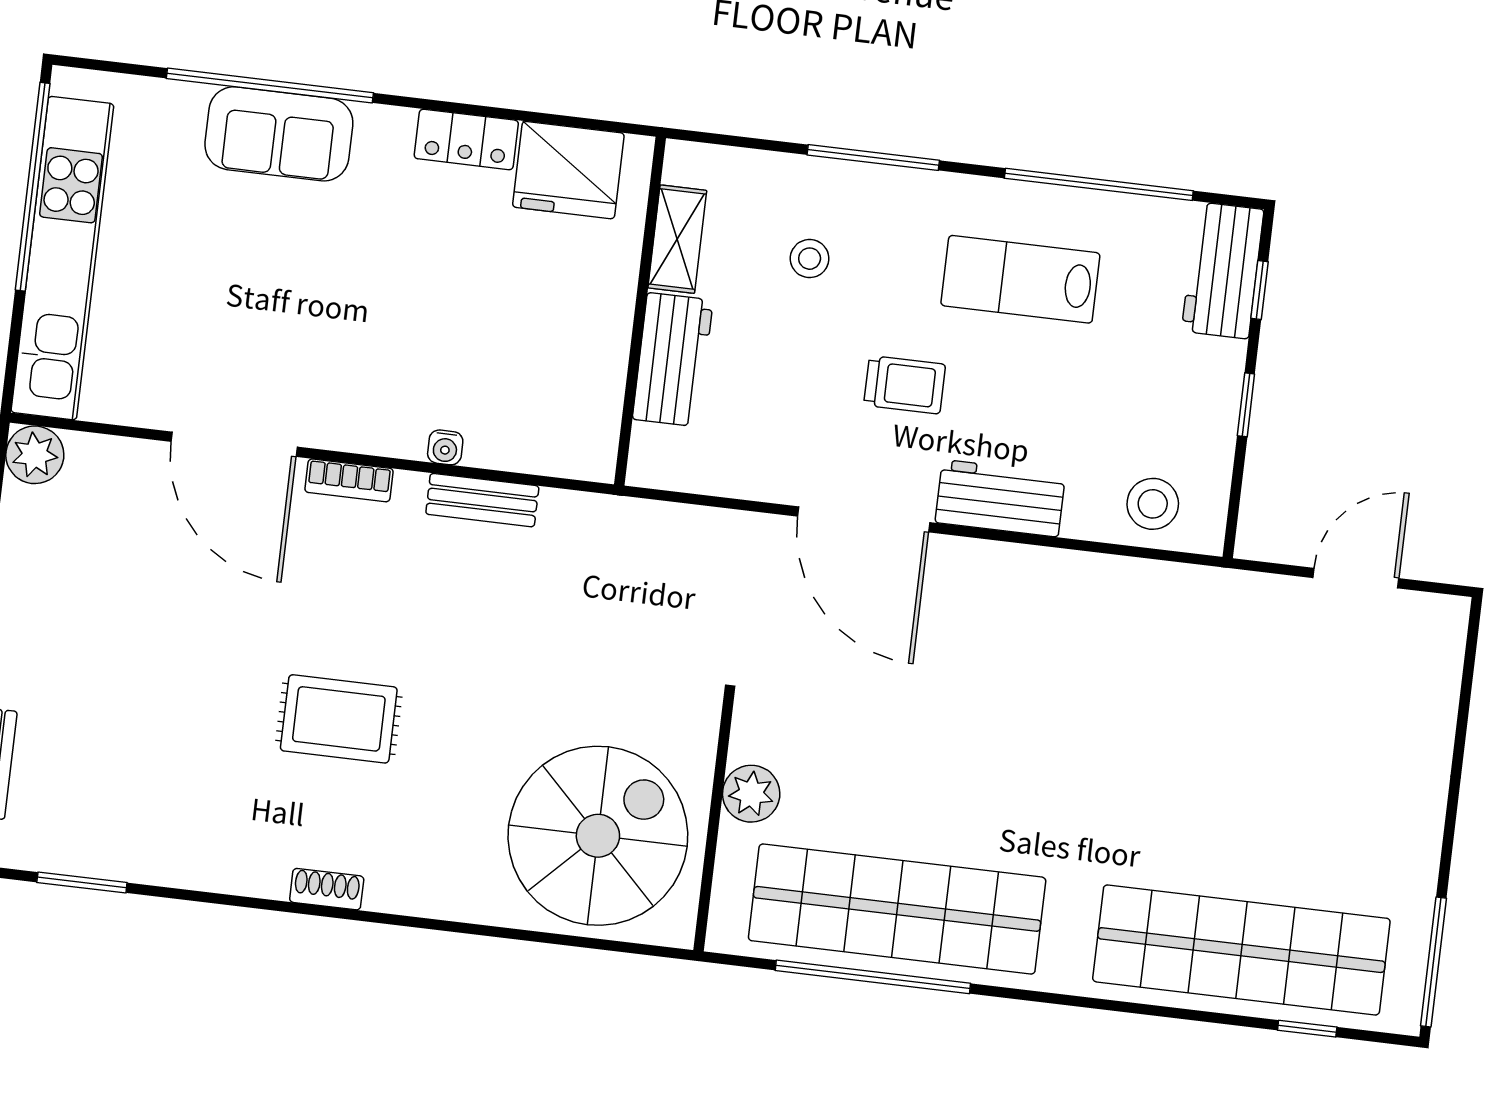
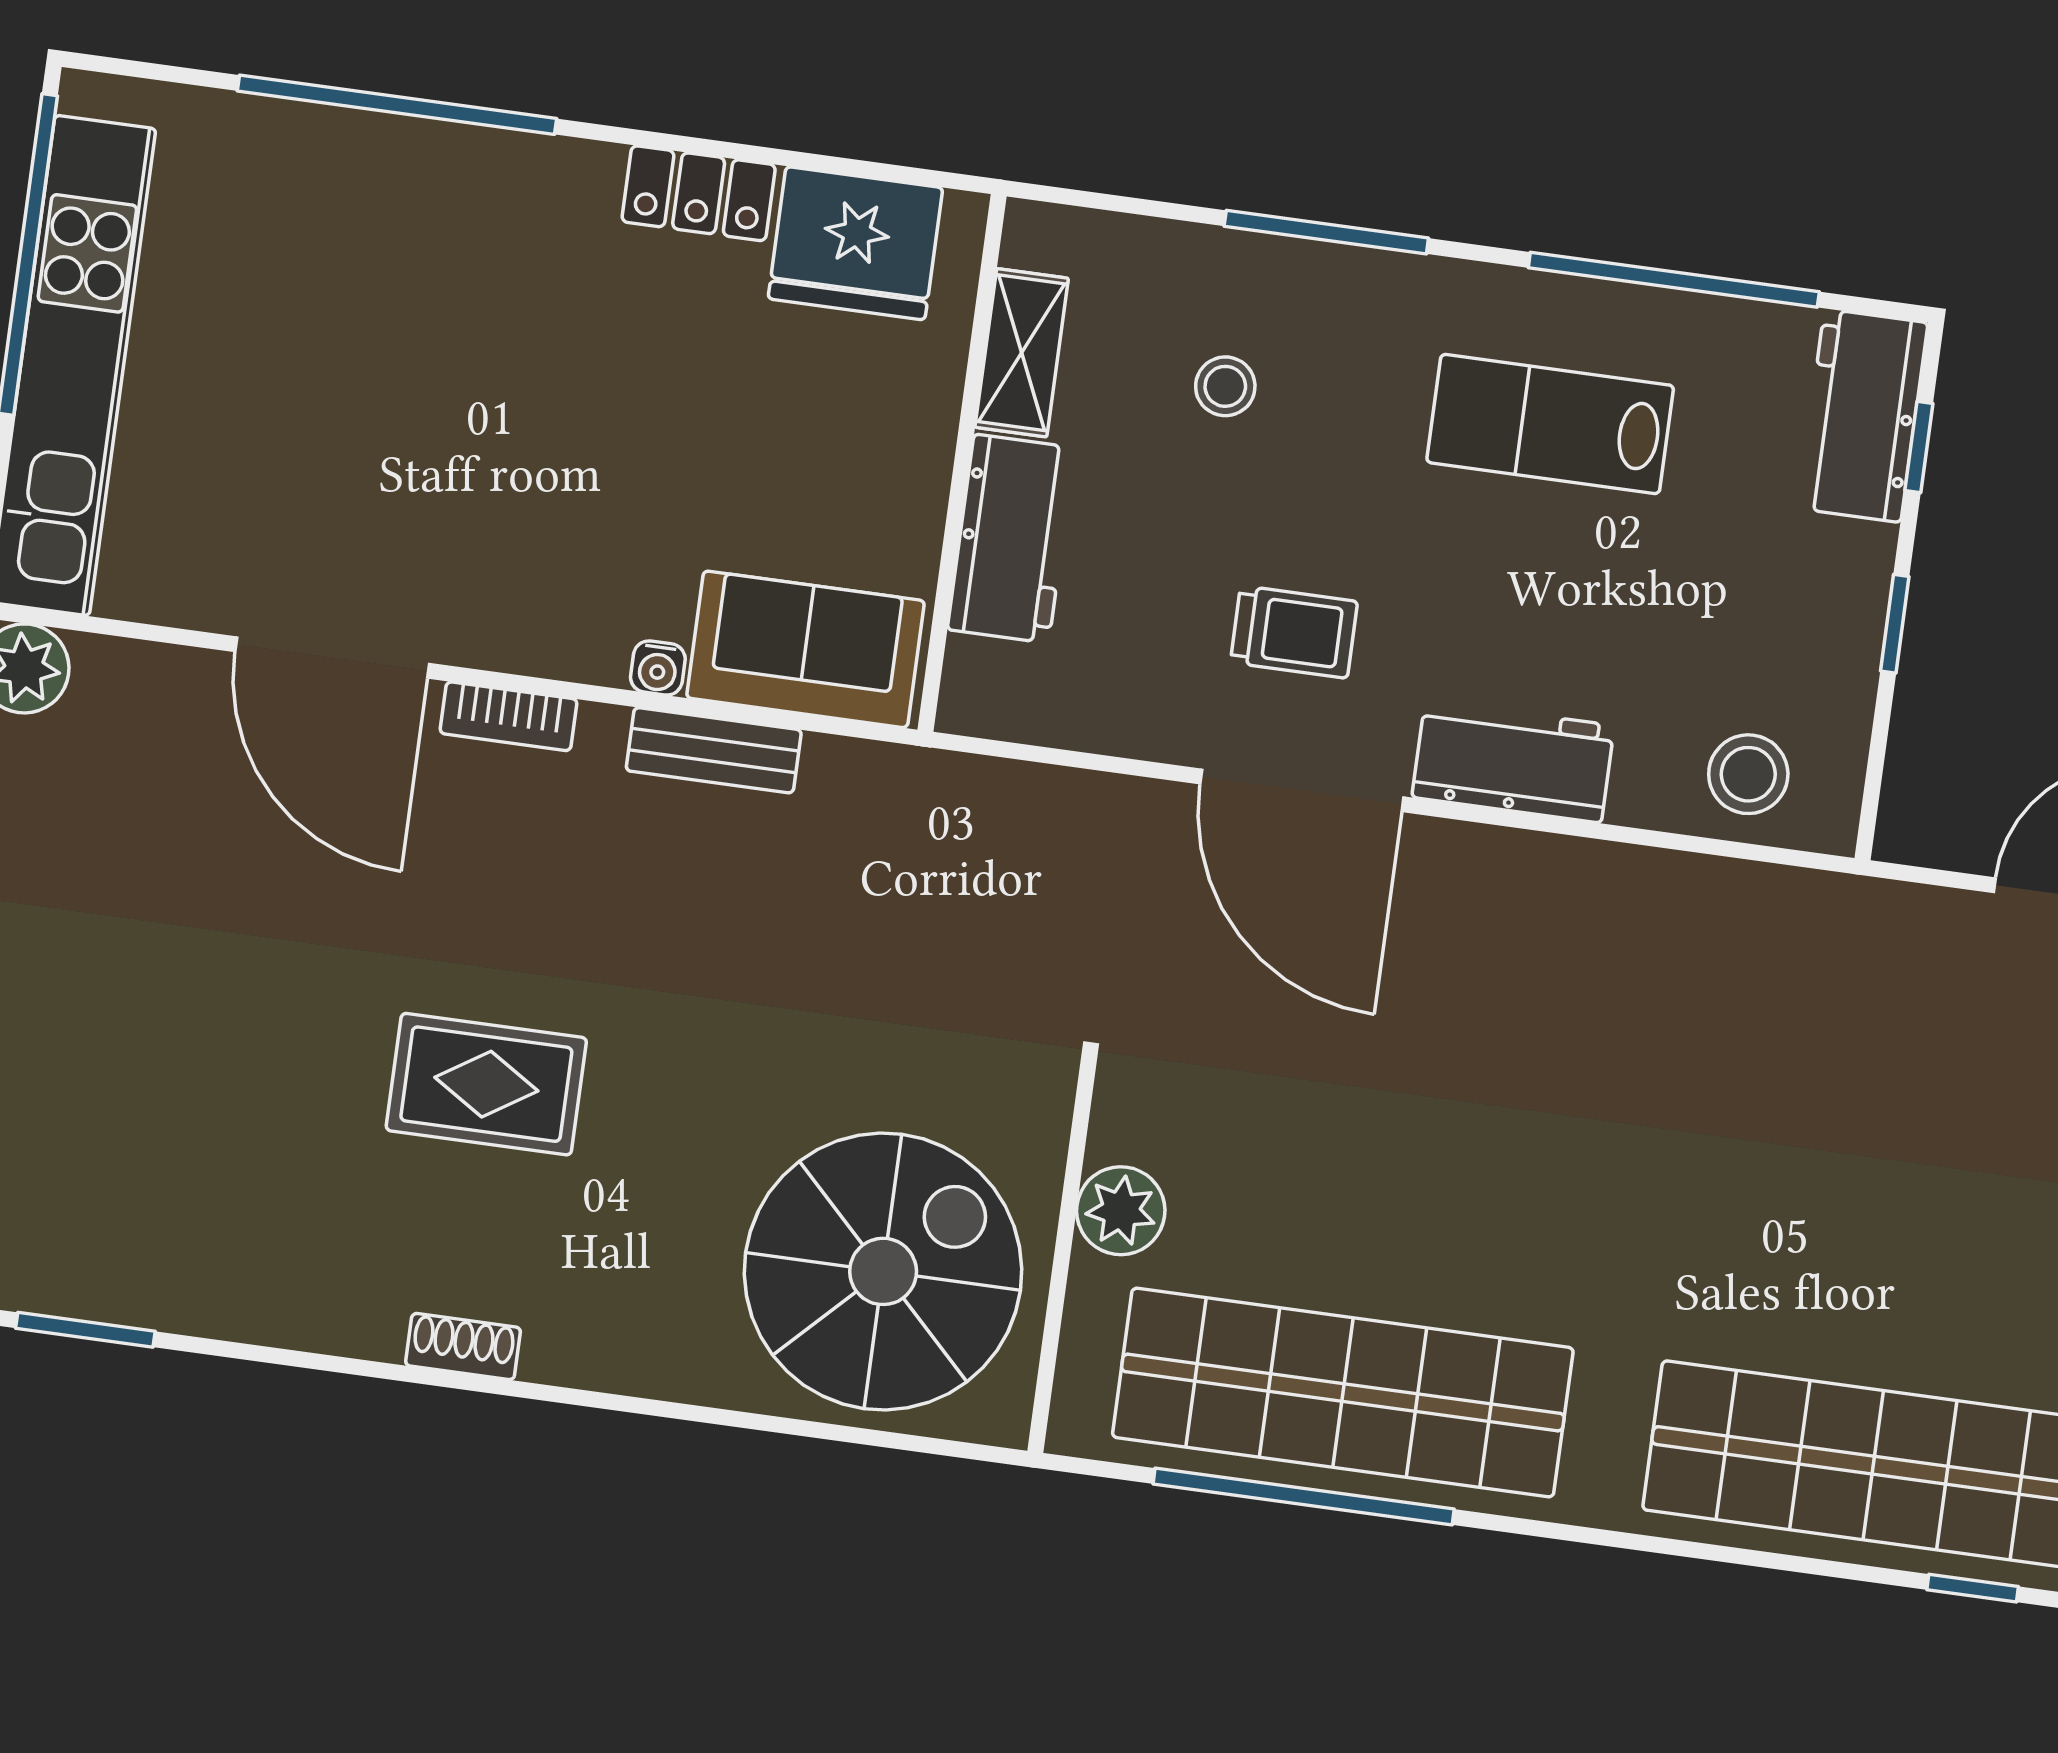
sofa: (279, 134) -> (805, 649), moved, turned 180
trolley: (905, 385) -> (1294, 632), moved

